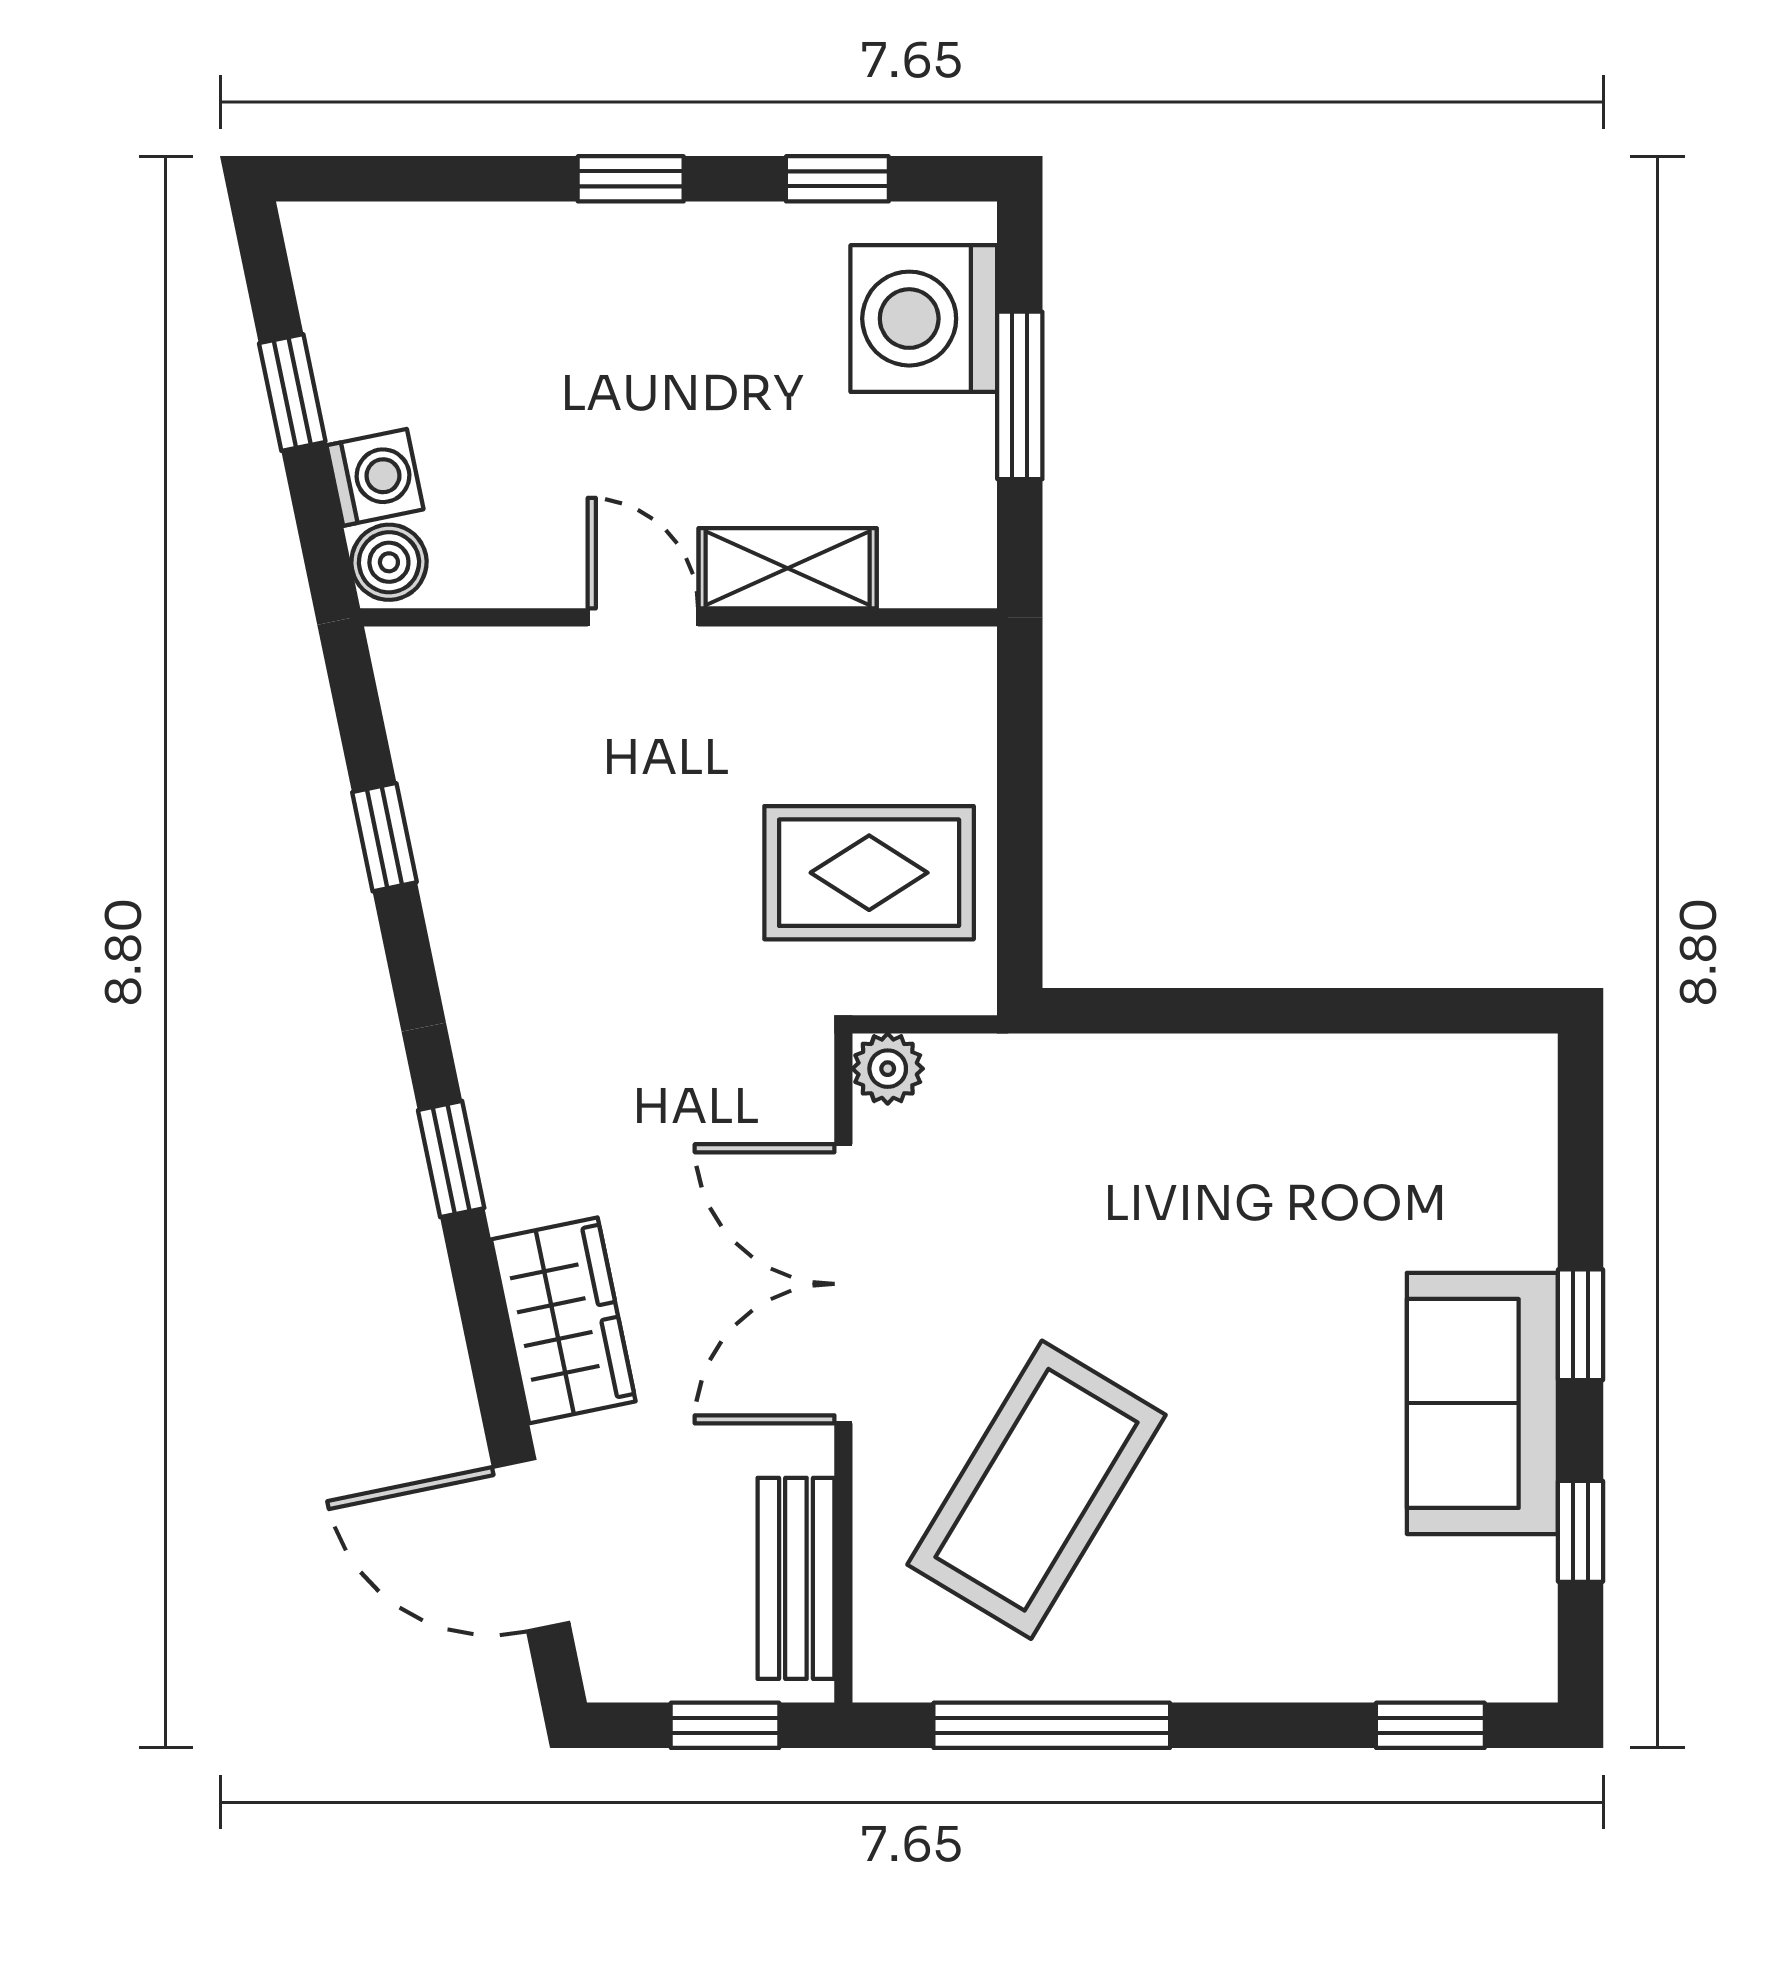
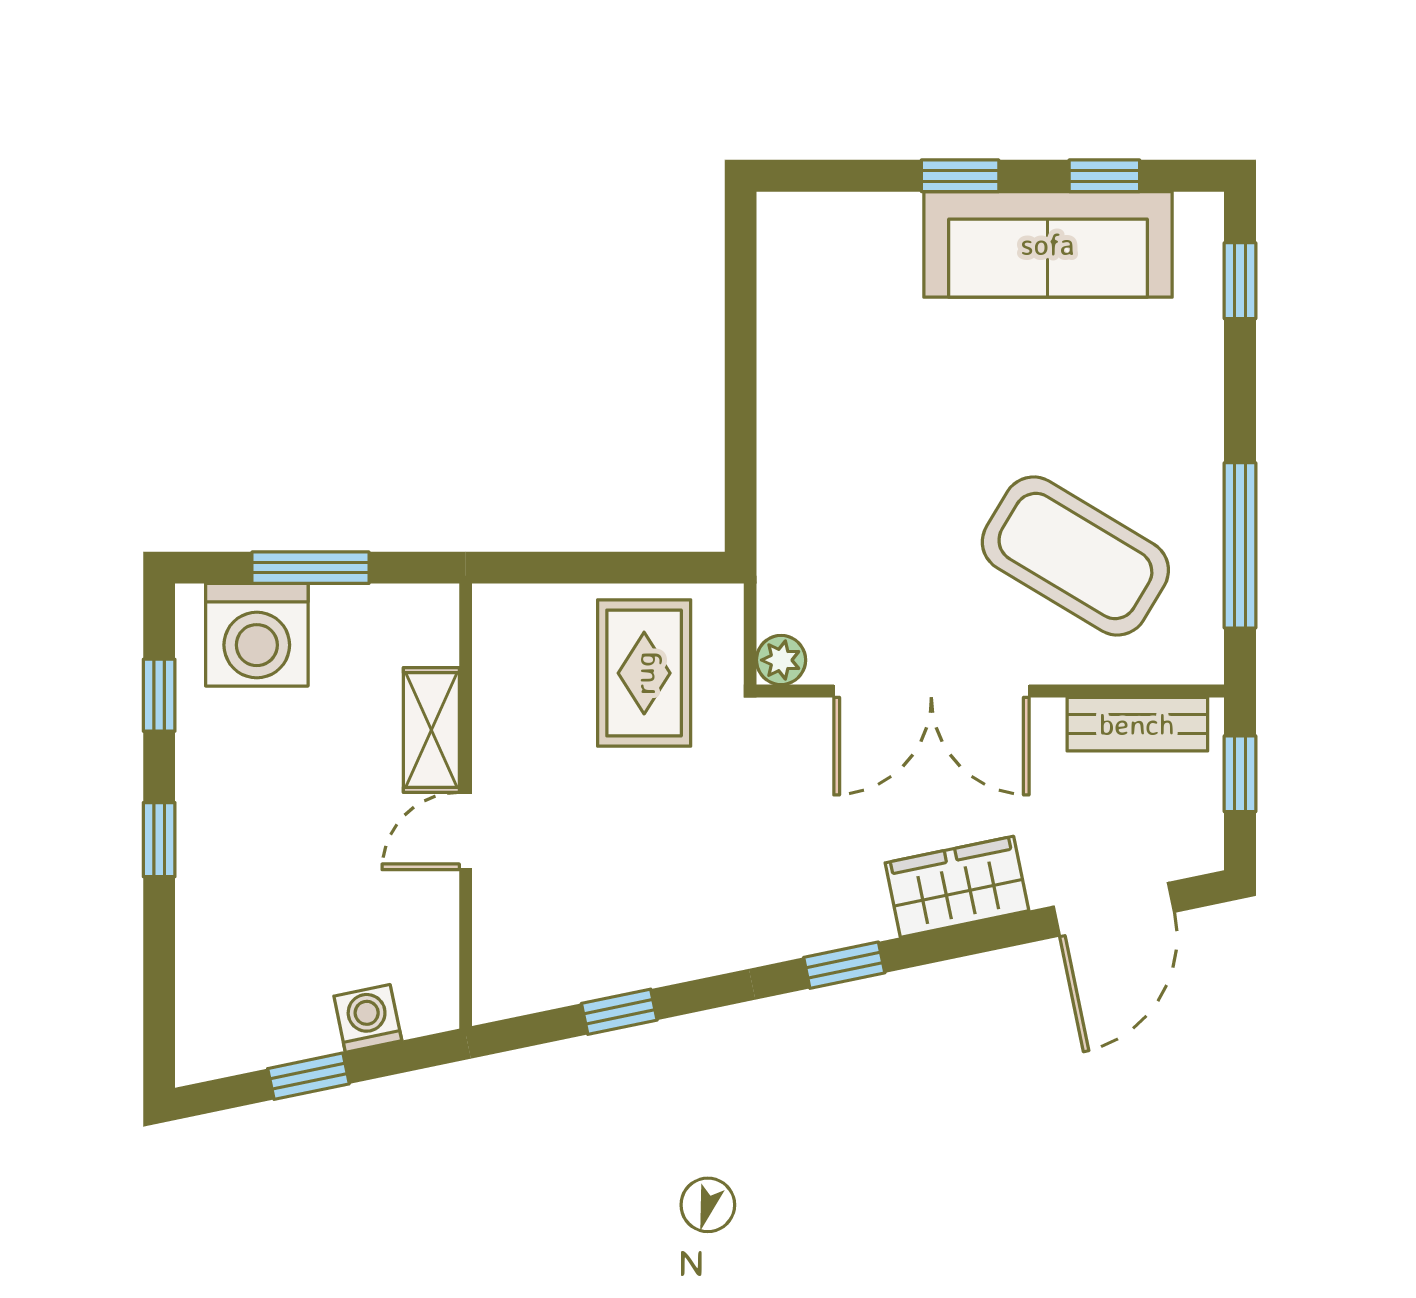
boiler: (389, 562) -> (427, 1009), removed
sofa: (1482, 1403) -> (1048, 244), width x1.36

